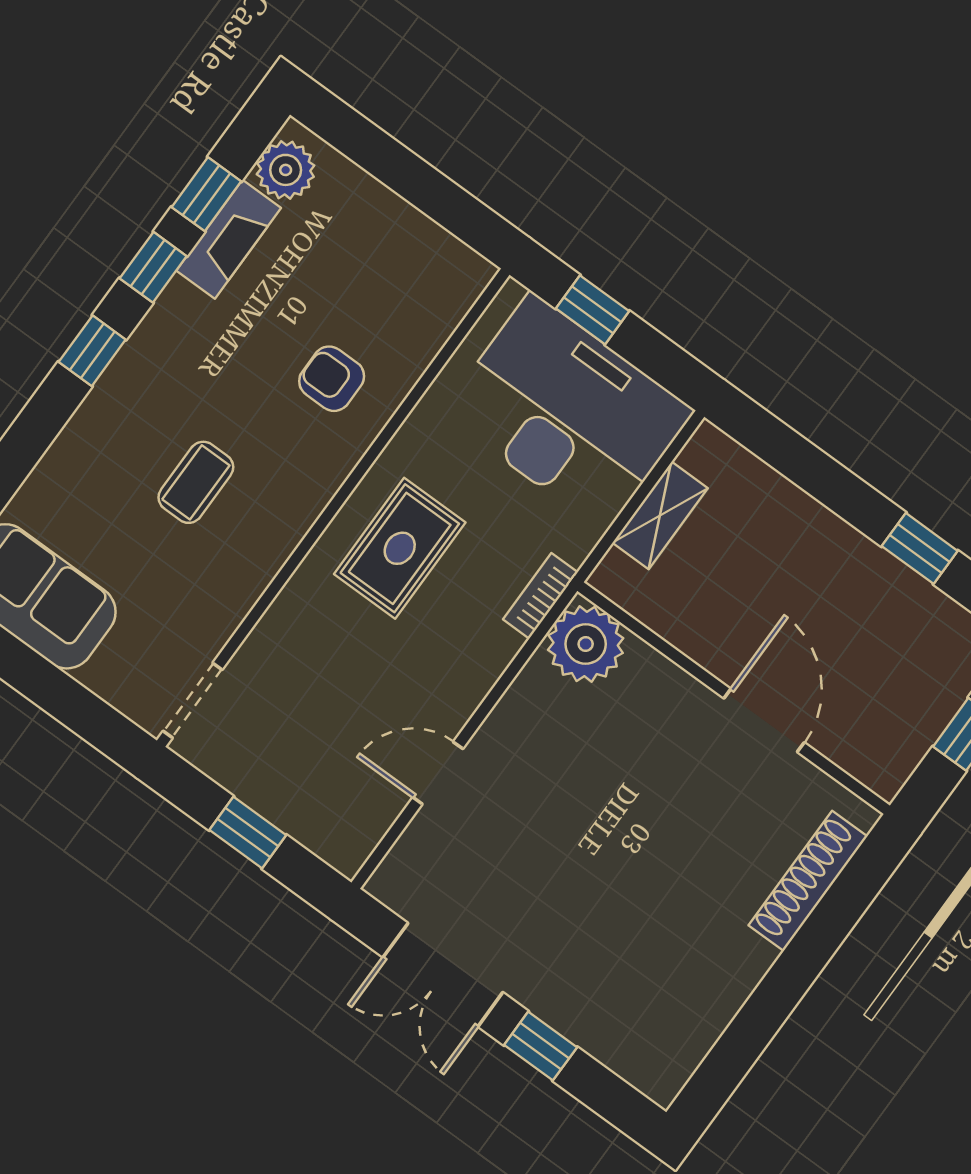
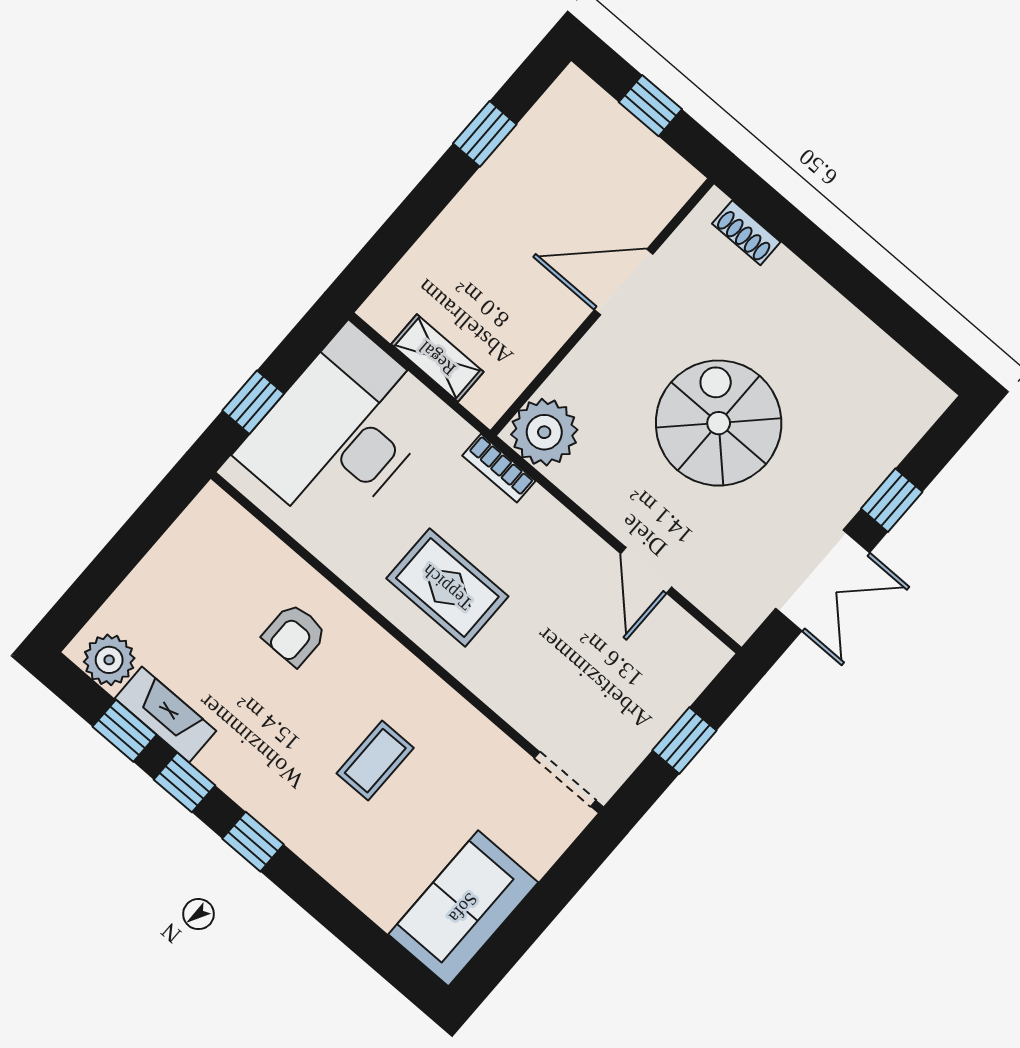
coffee table: (196, 482) -> (375, 761), turned 90
spiral stairs: (612, 842) -> (719, 423), added
shoe rack: (808, 881) -> (746, 233), width x0.51, depth x0.81

